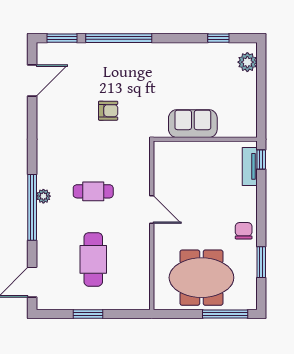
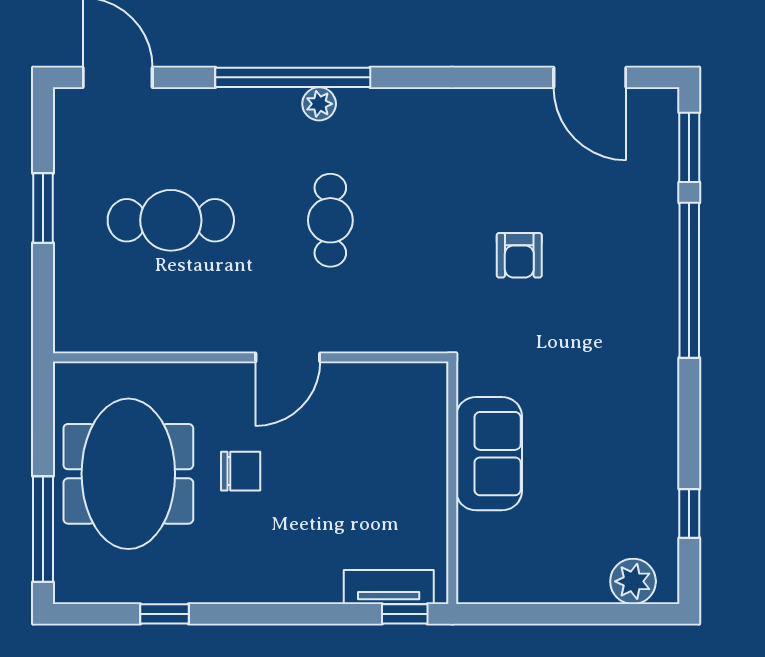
chair: (244, 231) -> (241, 471), moved
window: (261, 262) -> (164, 614), width x0.67

